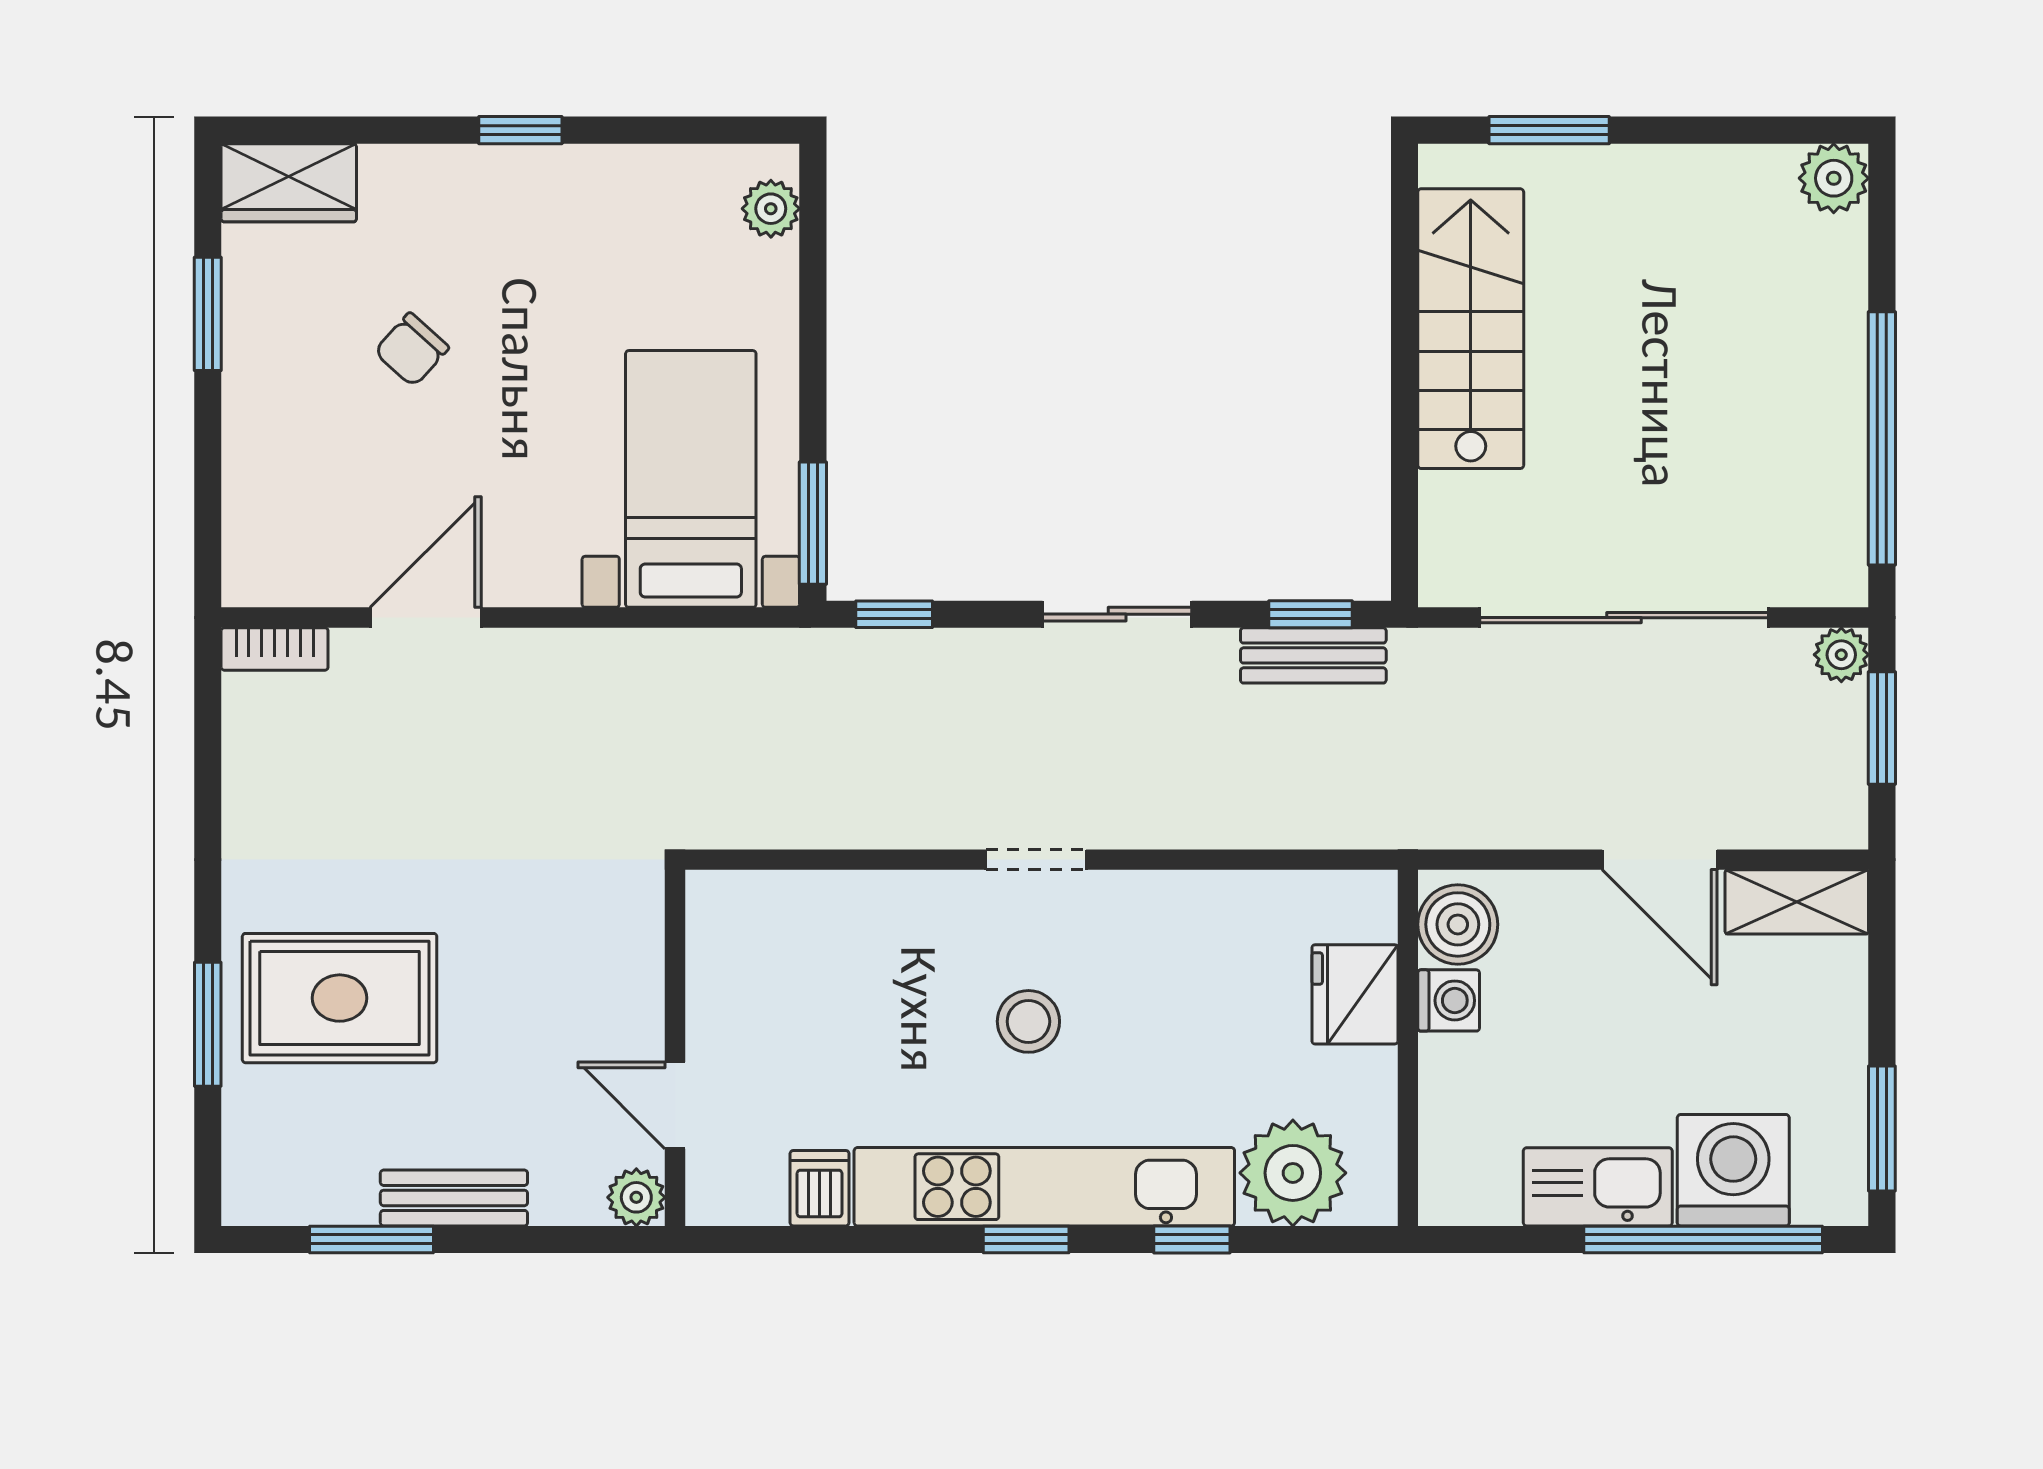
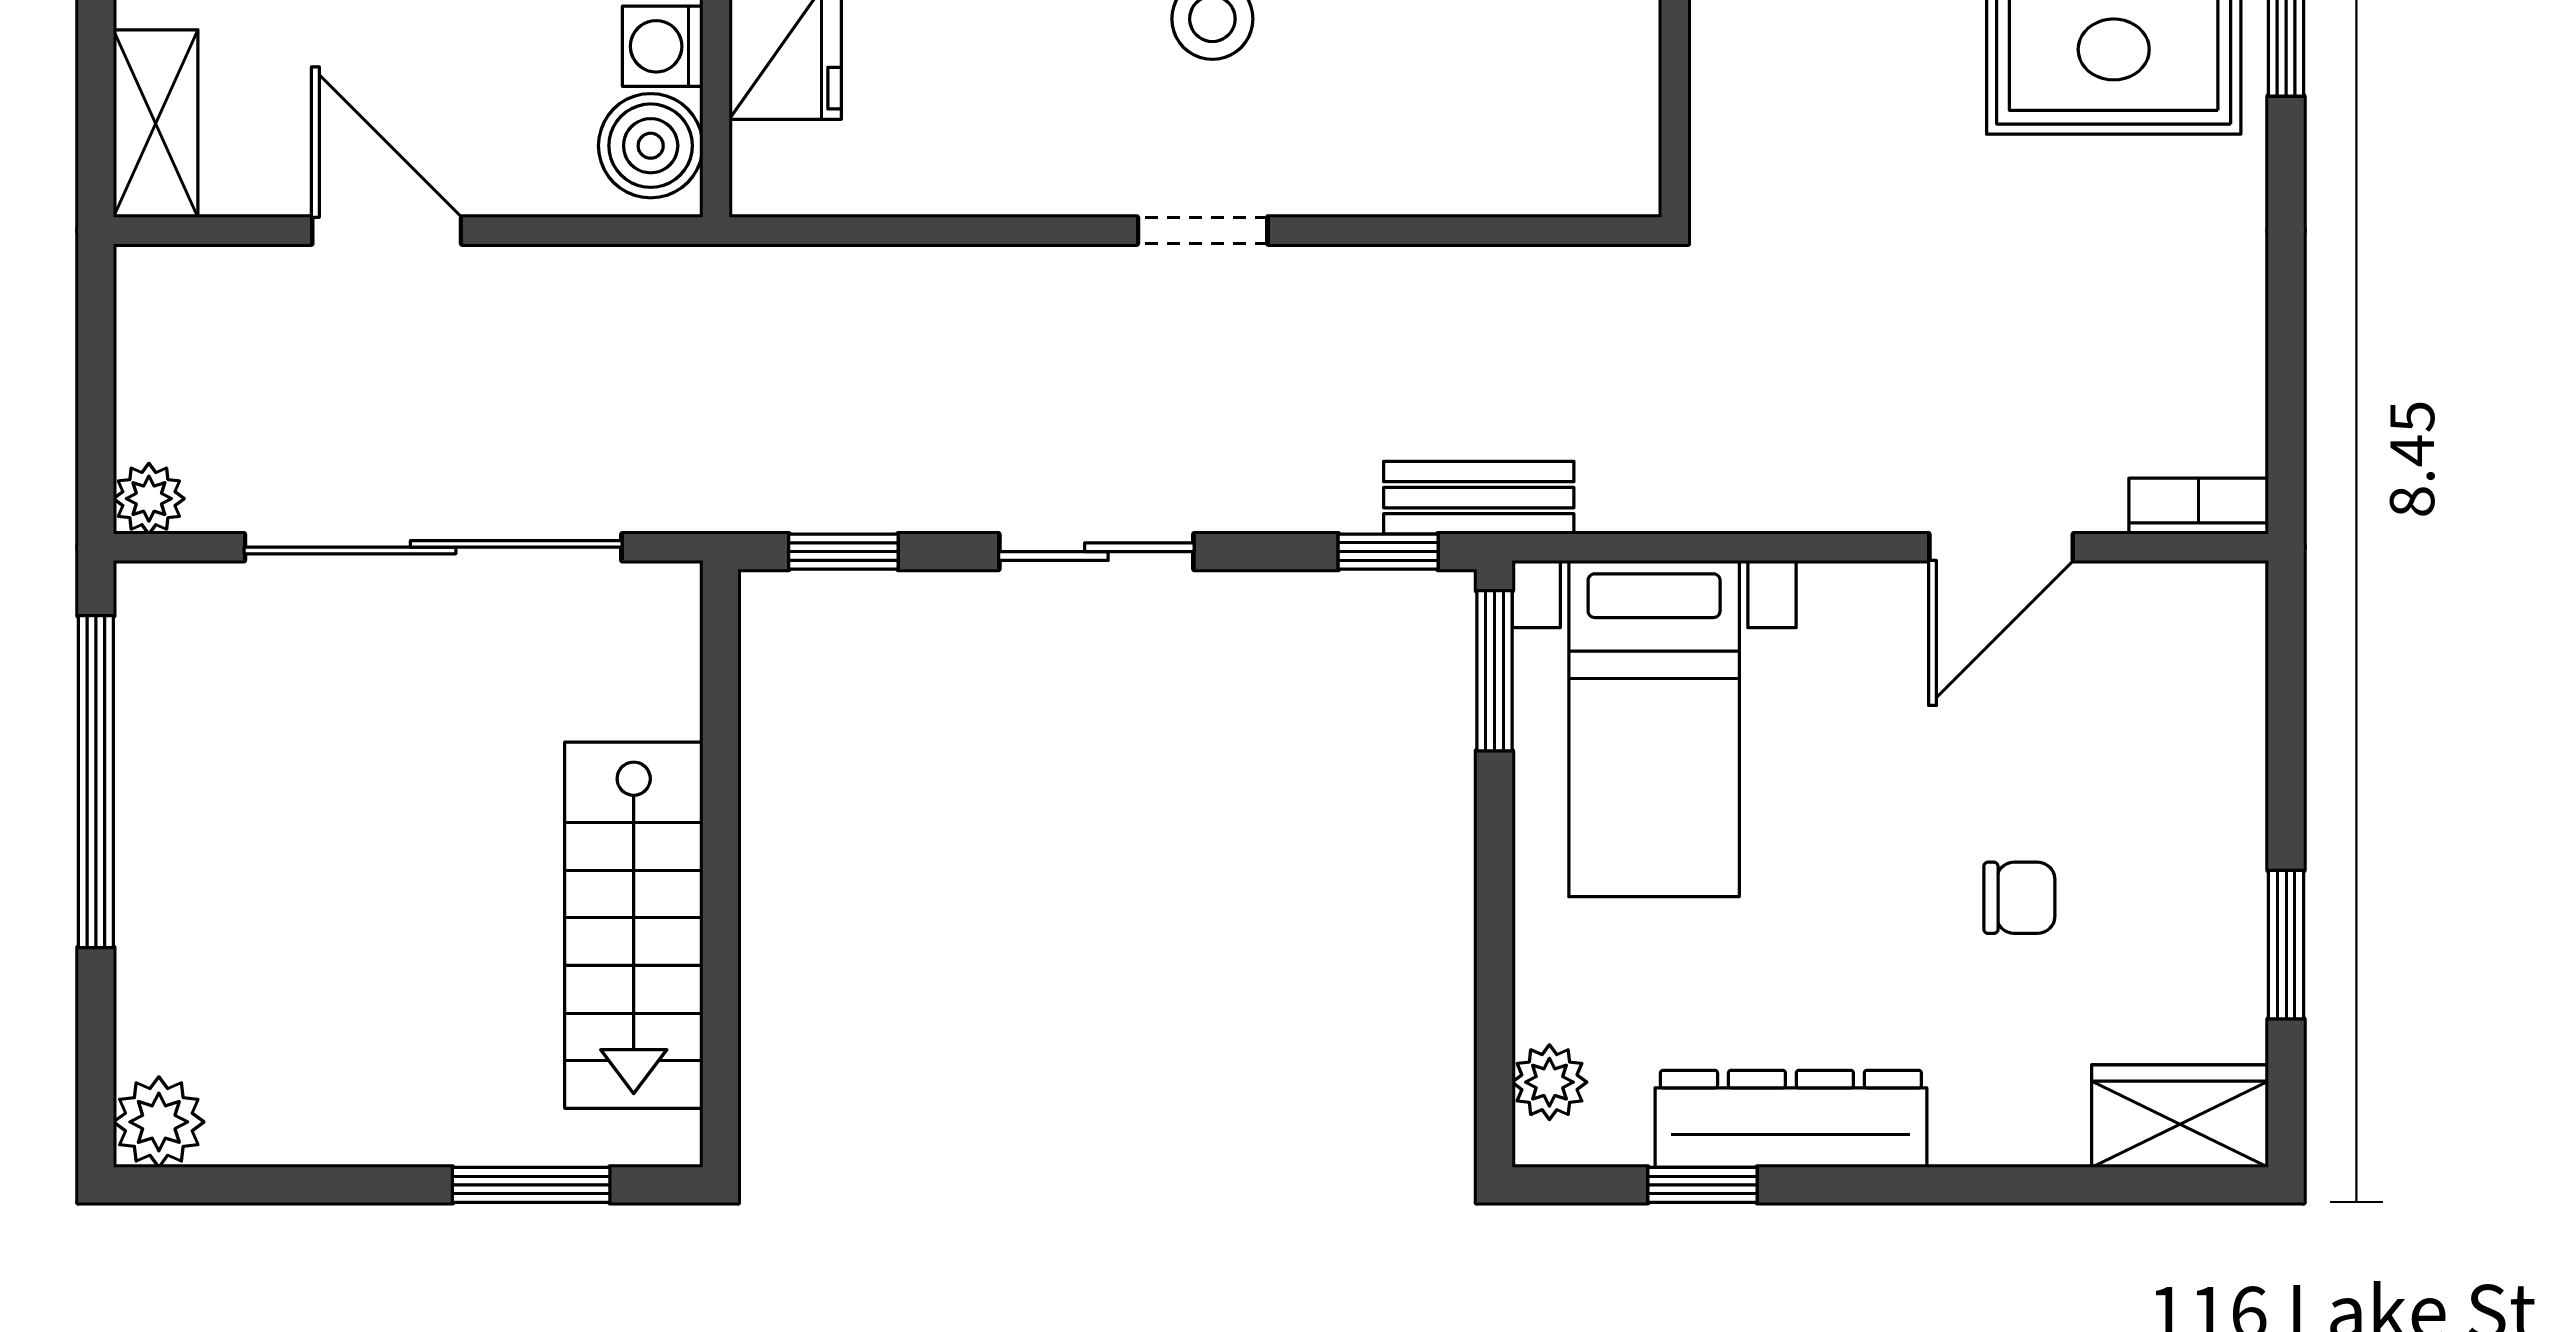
window: (520, 130) -> (1703, 1185), moved
dresser: (586, 181) -> (1791, 1119), added
chair: (412, 350) -> (2019, 898), turned 48
bench: (1313, 655) -> (1479, 498), moved
window: (1882, 728) -> (96, 403), removed
shelving: (1797, 902) -> (156, 124), moved, turned 90

